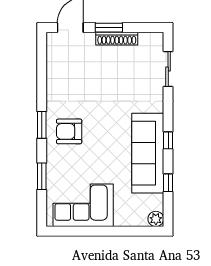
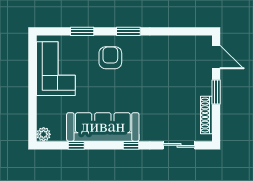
shoe rack: (117, 39) -> (206, 115), moved
armchair: (69, 131) -> (110, 58), moved
window: (168, 140) -> (131, 145), moved

